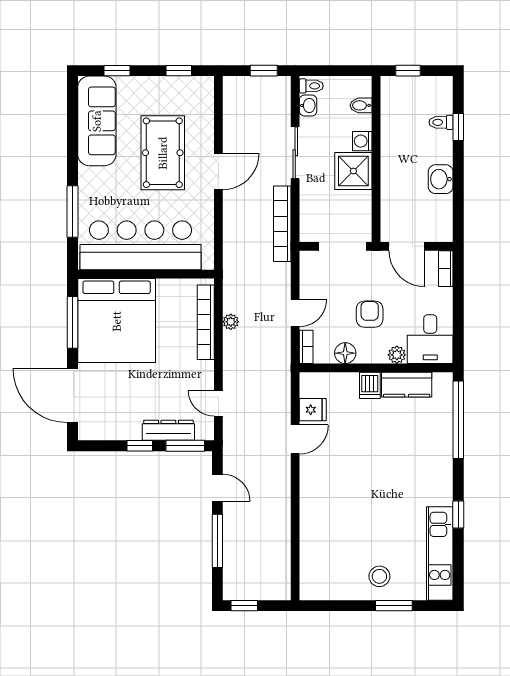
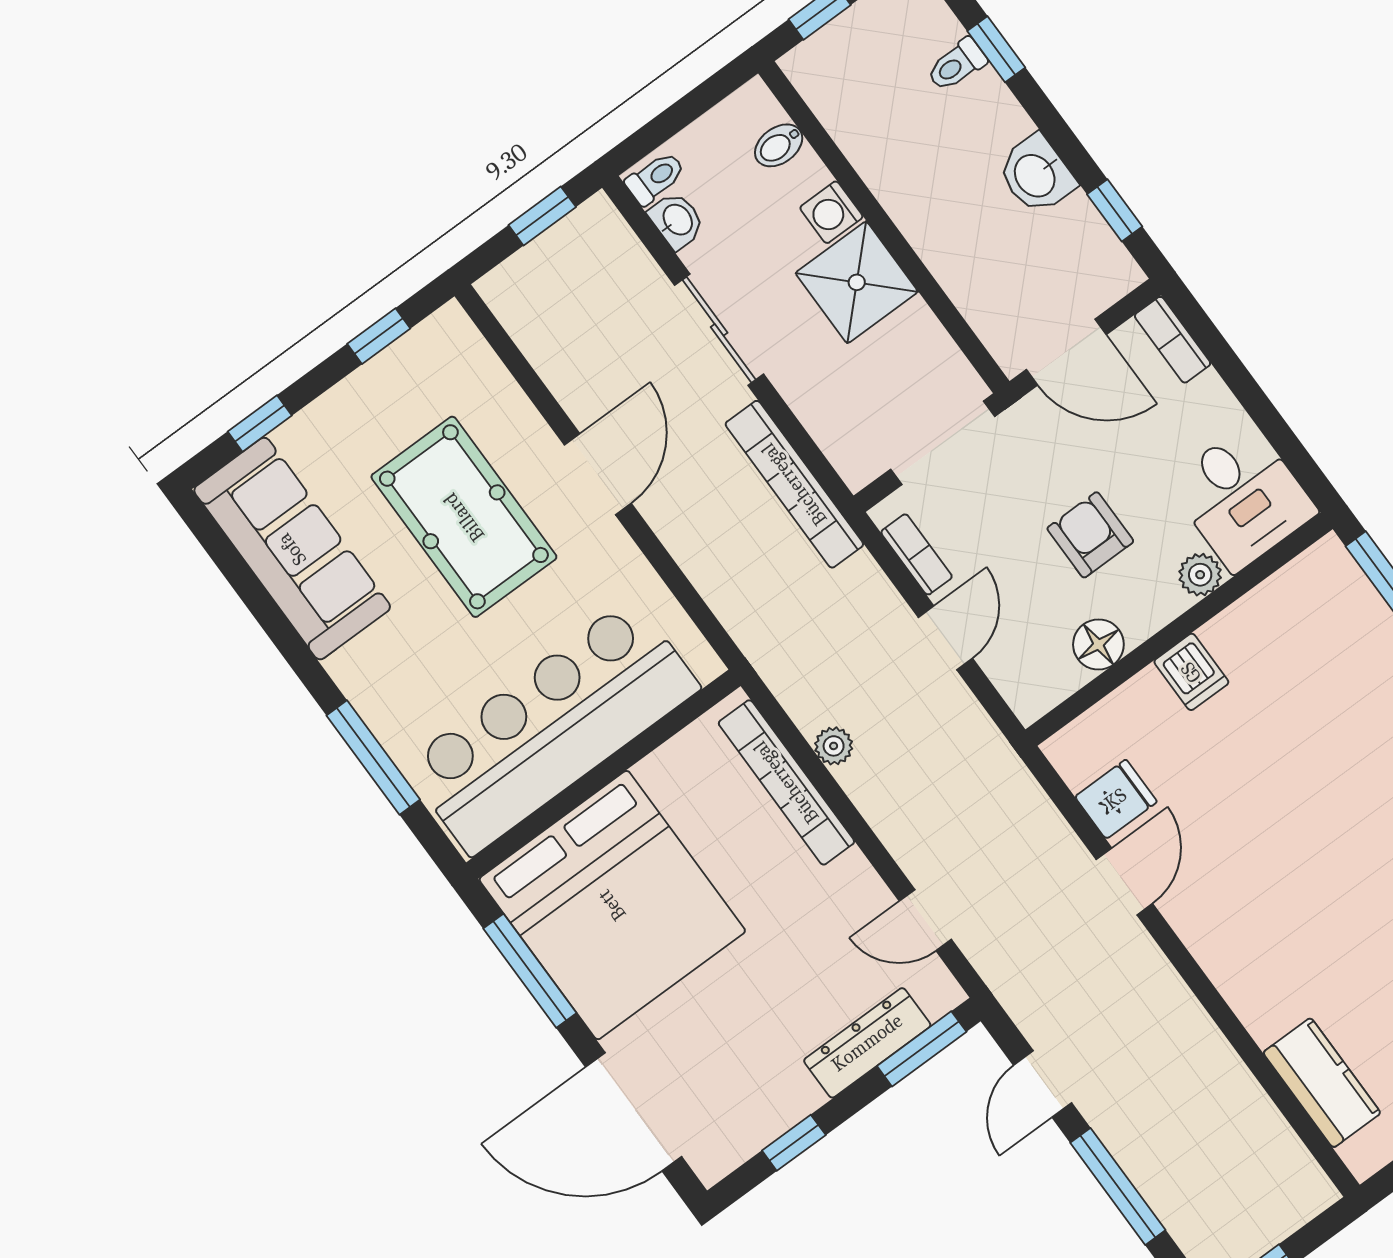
window: (458, 211) -> (1115, 210), added
bookcase: (306, 347) -> (917, 554), moved
kitchen counter: (407, 385) -> (1322, 1083), moved, turned -90
window: (140, 446) -> (794, 1143), moved
door: (217, 488) -> (1043, 1084), swing flipped

